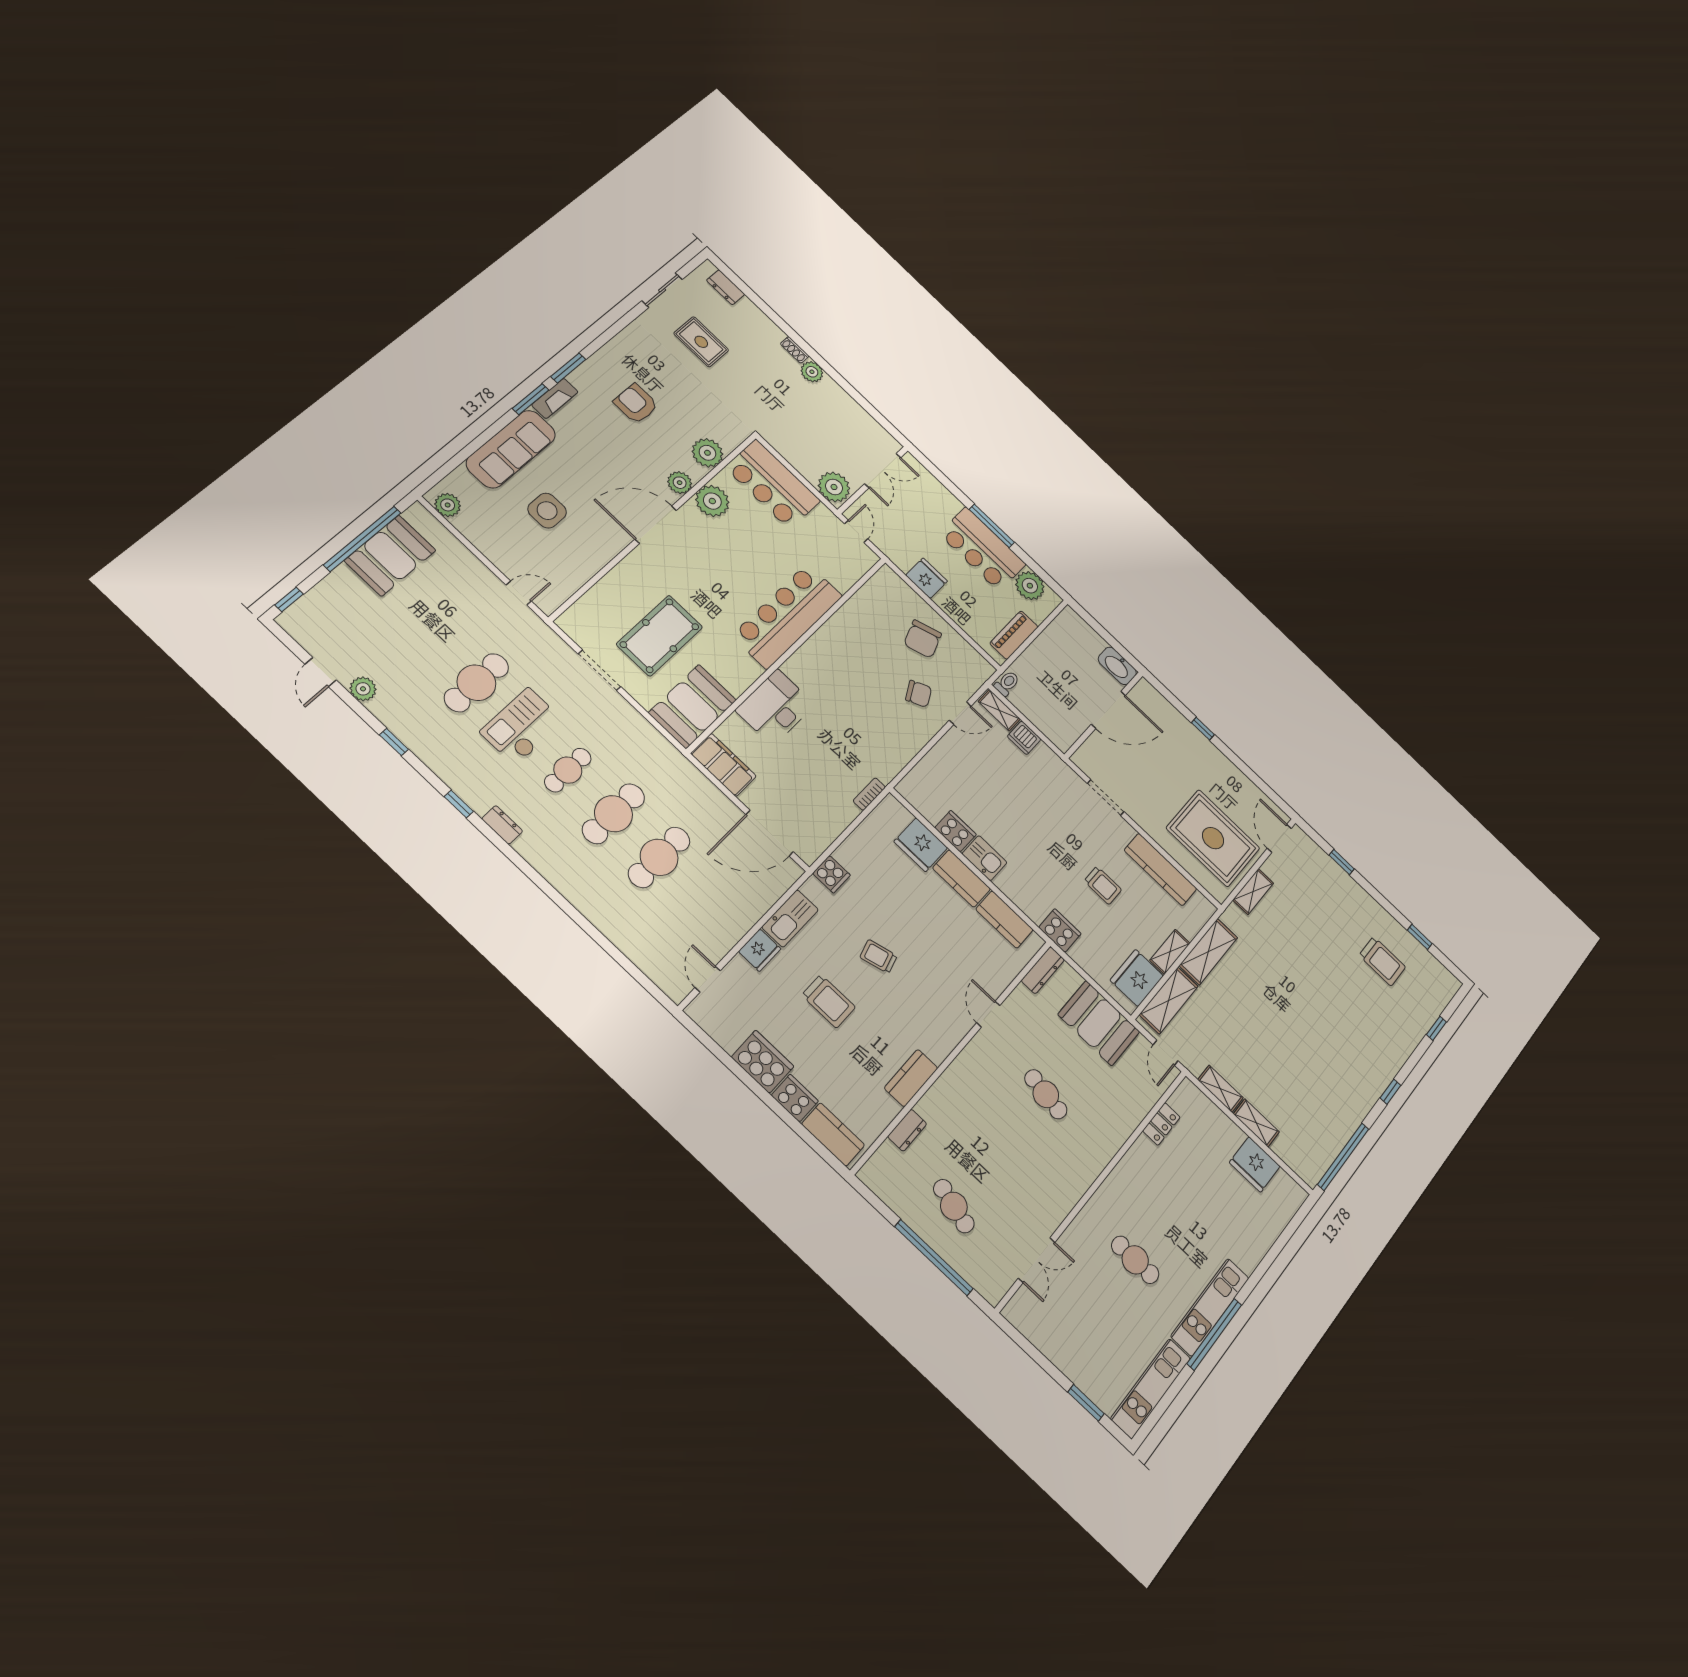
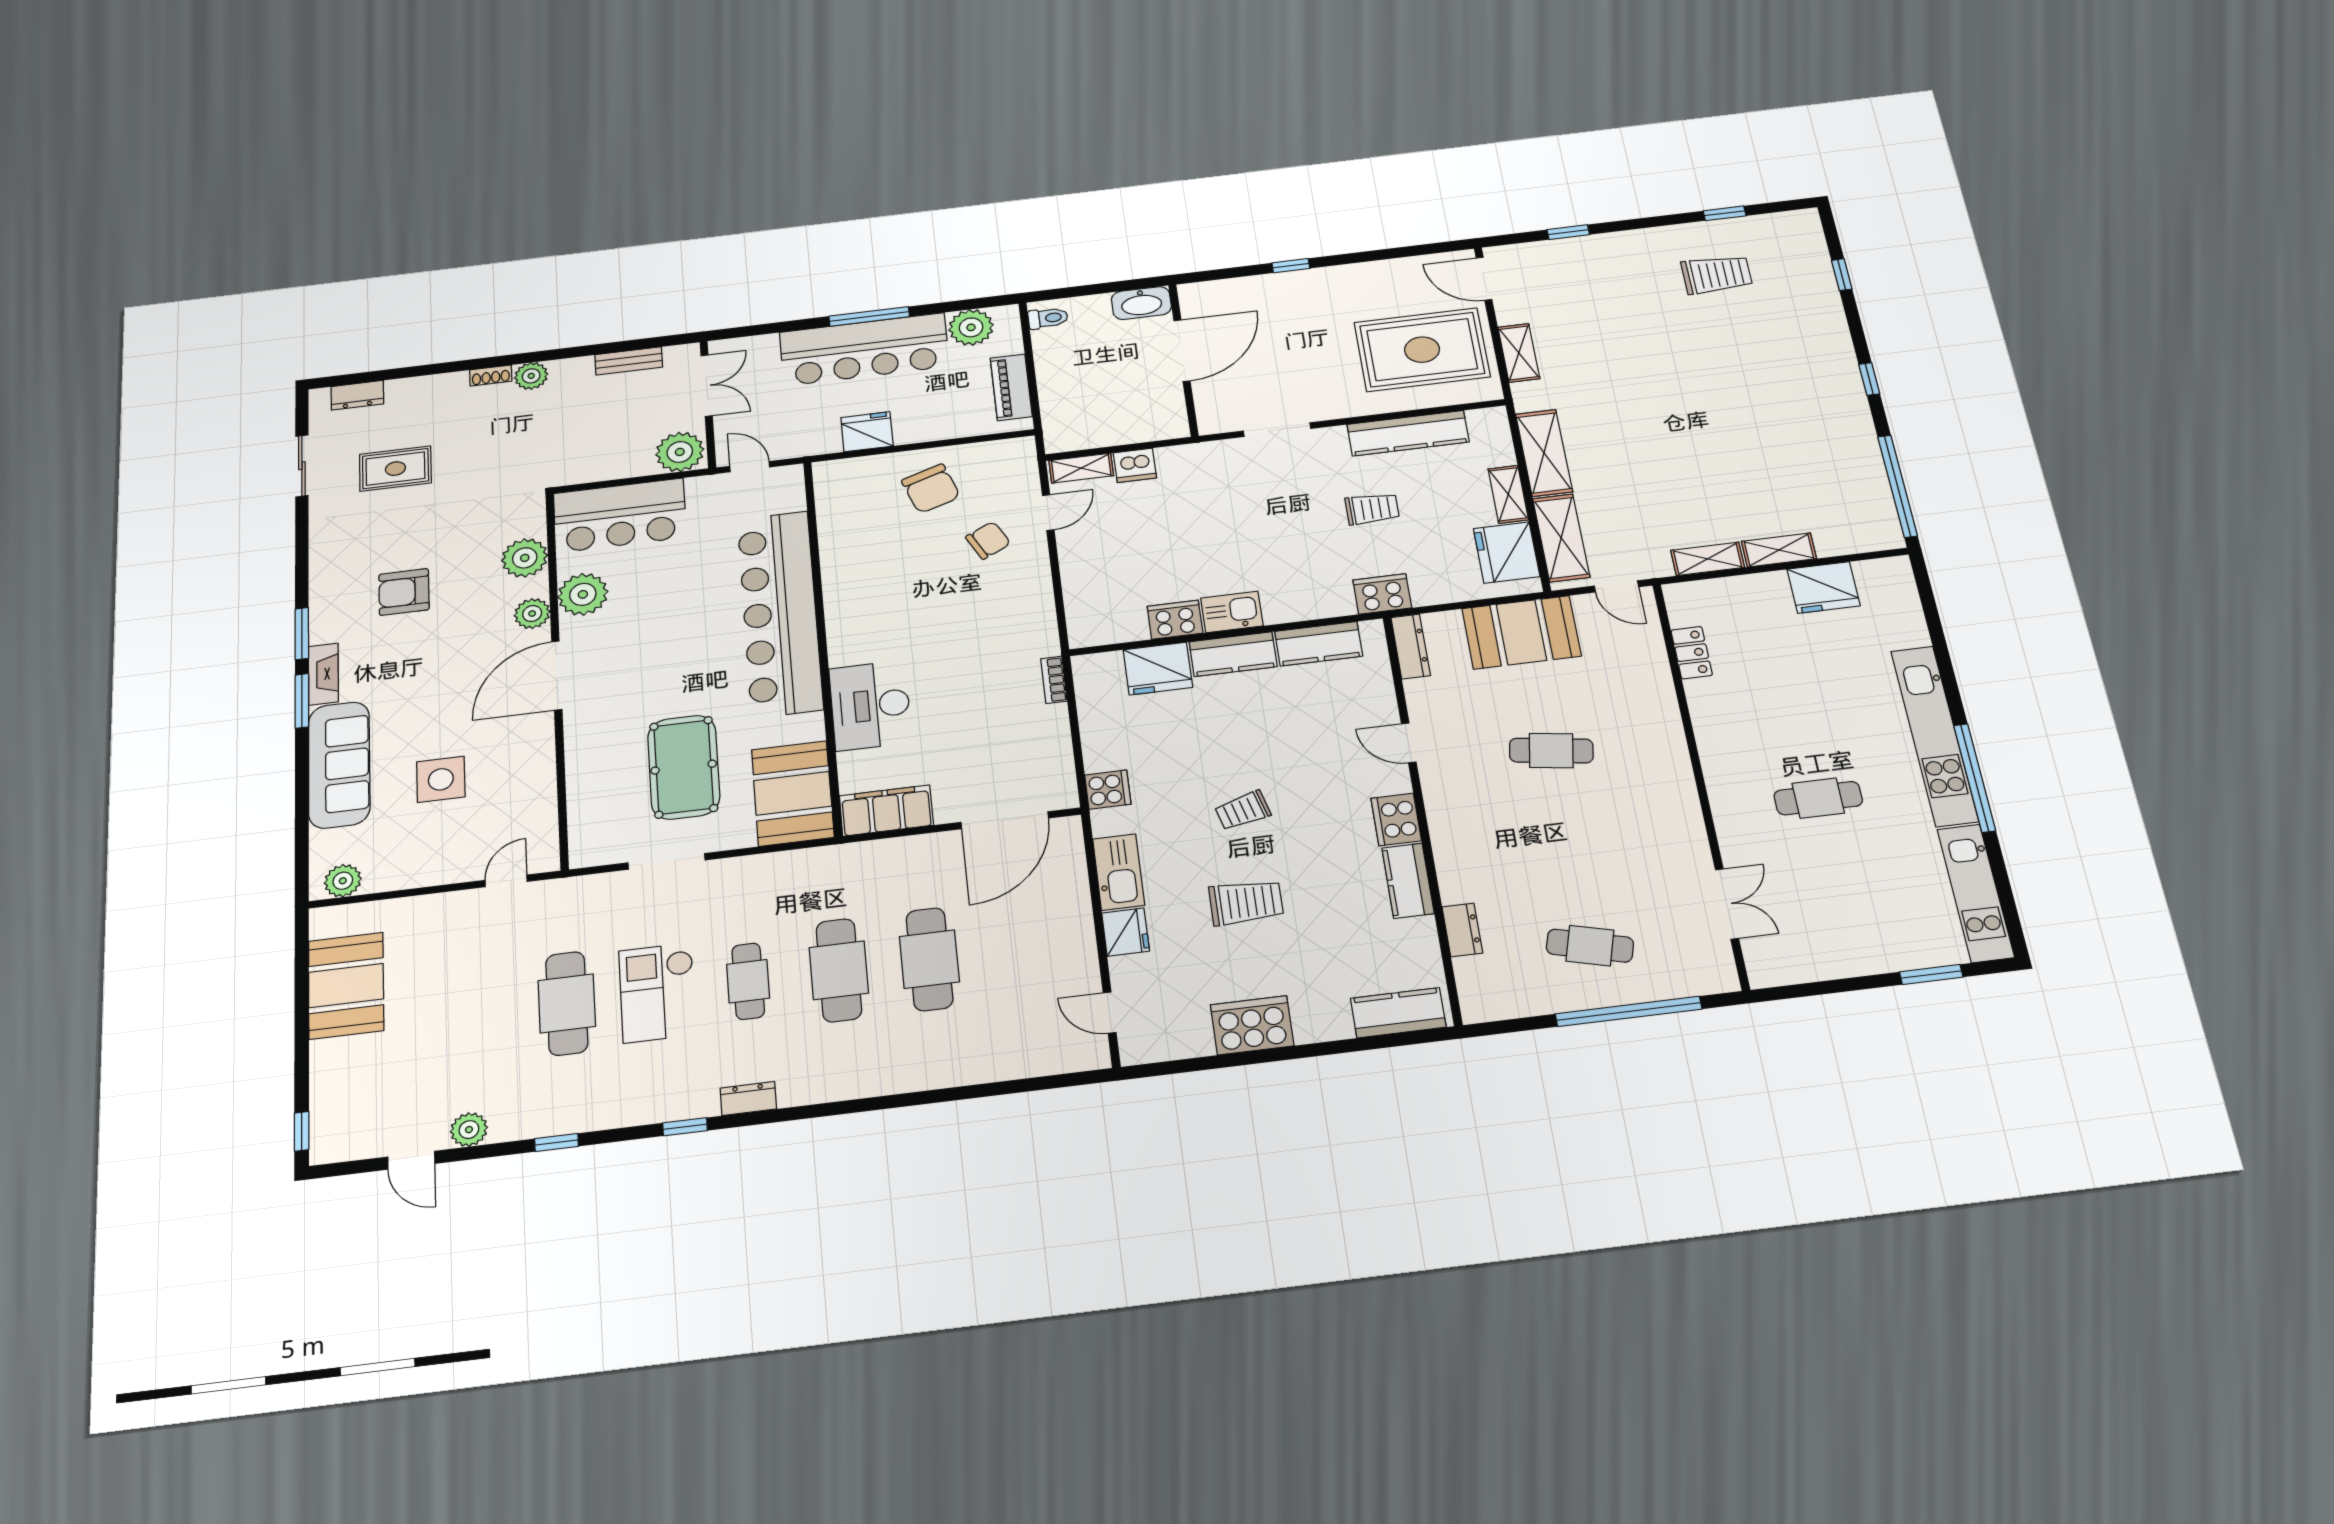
bench: (863, 417) -> (629, 361), added
window: (362, 539) -> (302, 1001), removed
bar counter: (982, 549) -> (864, 349), width x1.36
bar counter: (787, 616) -> (780, 613), width x1.36
toilet: (1007, 683) -> (1048, 318), moved, turned 90
cooker: (795, 1098) -> (1396, 819), moved, turned -90
kitchen unit: (1210, 1307) -> (1934, 736), width x1.36

